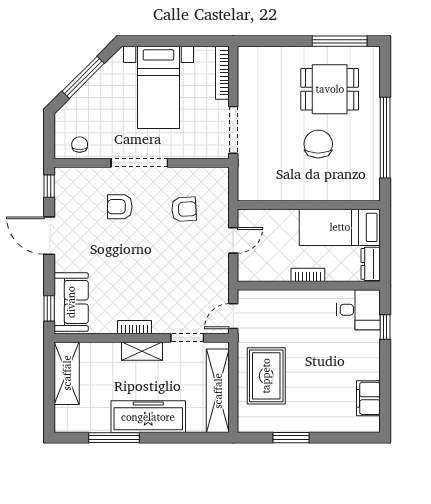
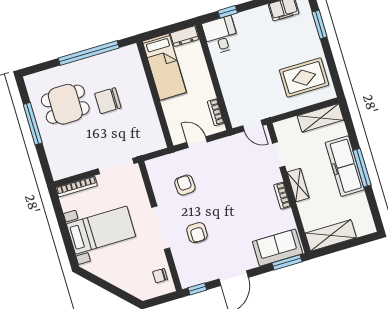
window: (340, 41) -> (33, 124), moved
window: (83, 77) -> (110, 288), removed
dining table: (330, 89) -> (65, 104), turned 90
bookcase: (308, 275) -> (216, 112), moved
window: (49, 308) -> (287, 262), width x1.50
rug: (266, 376) -> (304, 78), moved
shelving: (218, 391) -> (320, 118), width x0.68
window: (114, 438) -> (362, 168), moved
window: (291, 438) -> (320, 24), moved

